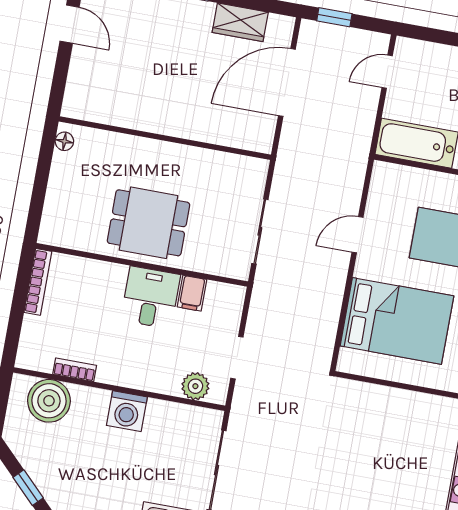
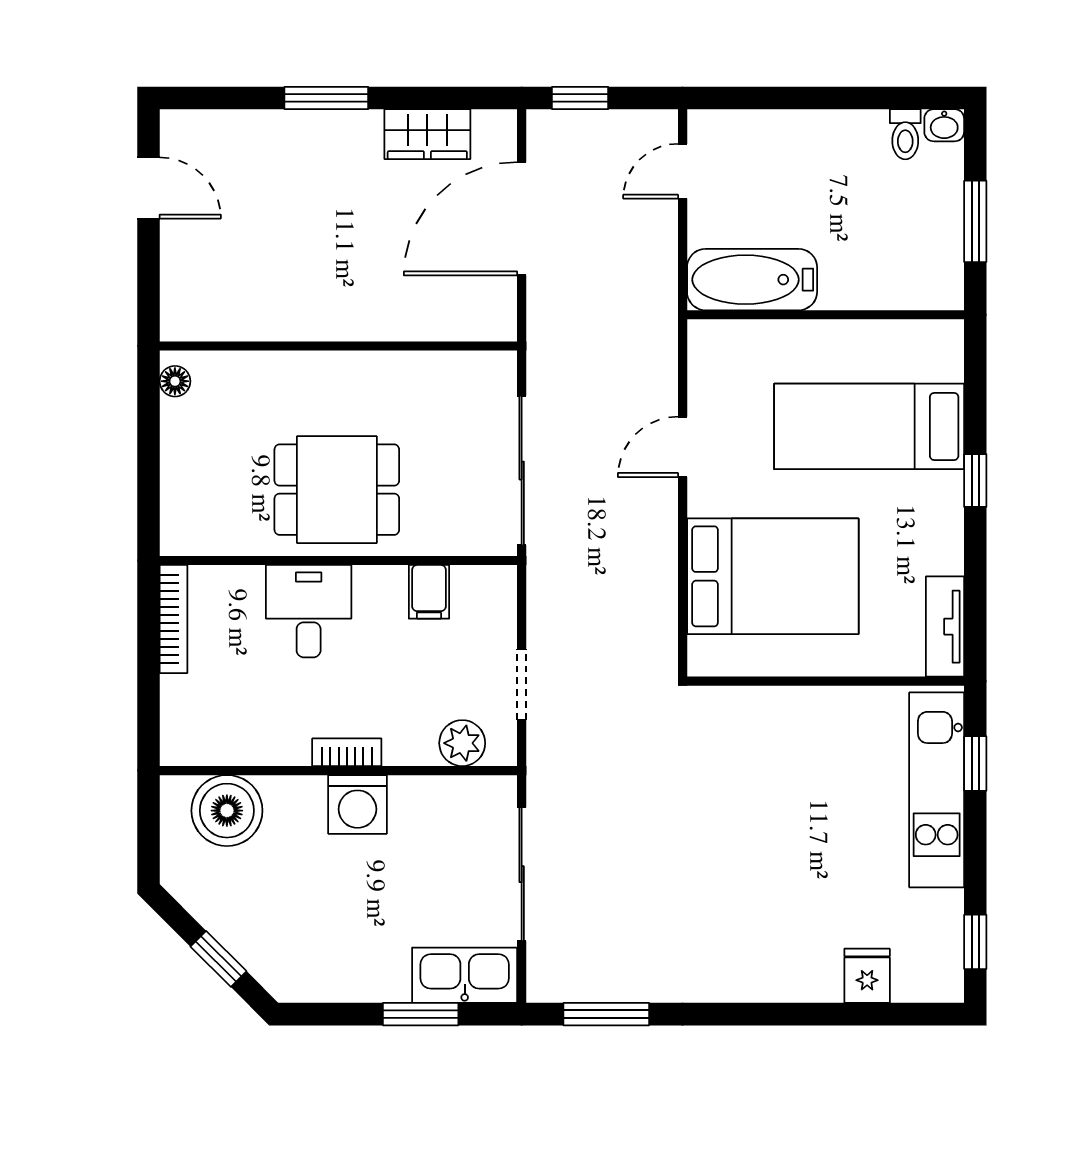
sliding door: (260, 231) -> (522, 471), width x1.37
desk: (151, 297) -> (309, 611), moved
bookcase: (75, 370) -> (347, 752), moved

